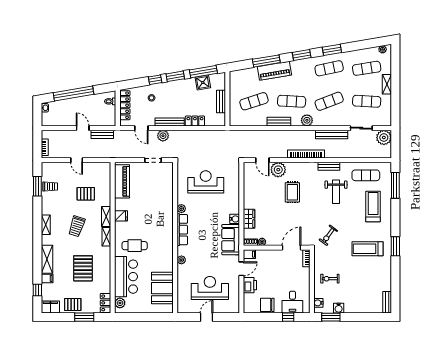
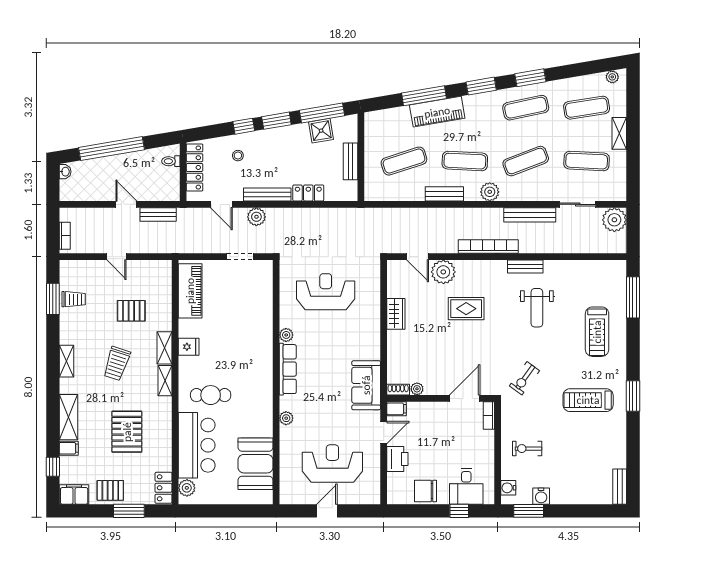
exercise mat: (366, 175) -> (585, 281), removed
rug: (292, 192) -> (466, 309), turned 90
treadmill: (373, 207) -> (597, 332), turned 180
water cooler: (235, 219) -> (373, 352), removed
wardrobe: (249, 219) -> (396, 314), moved

